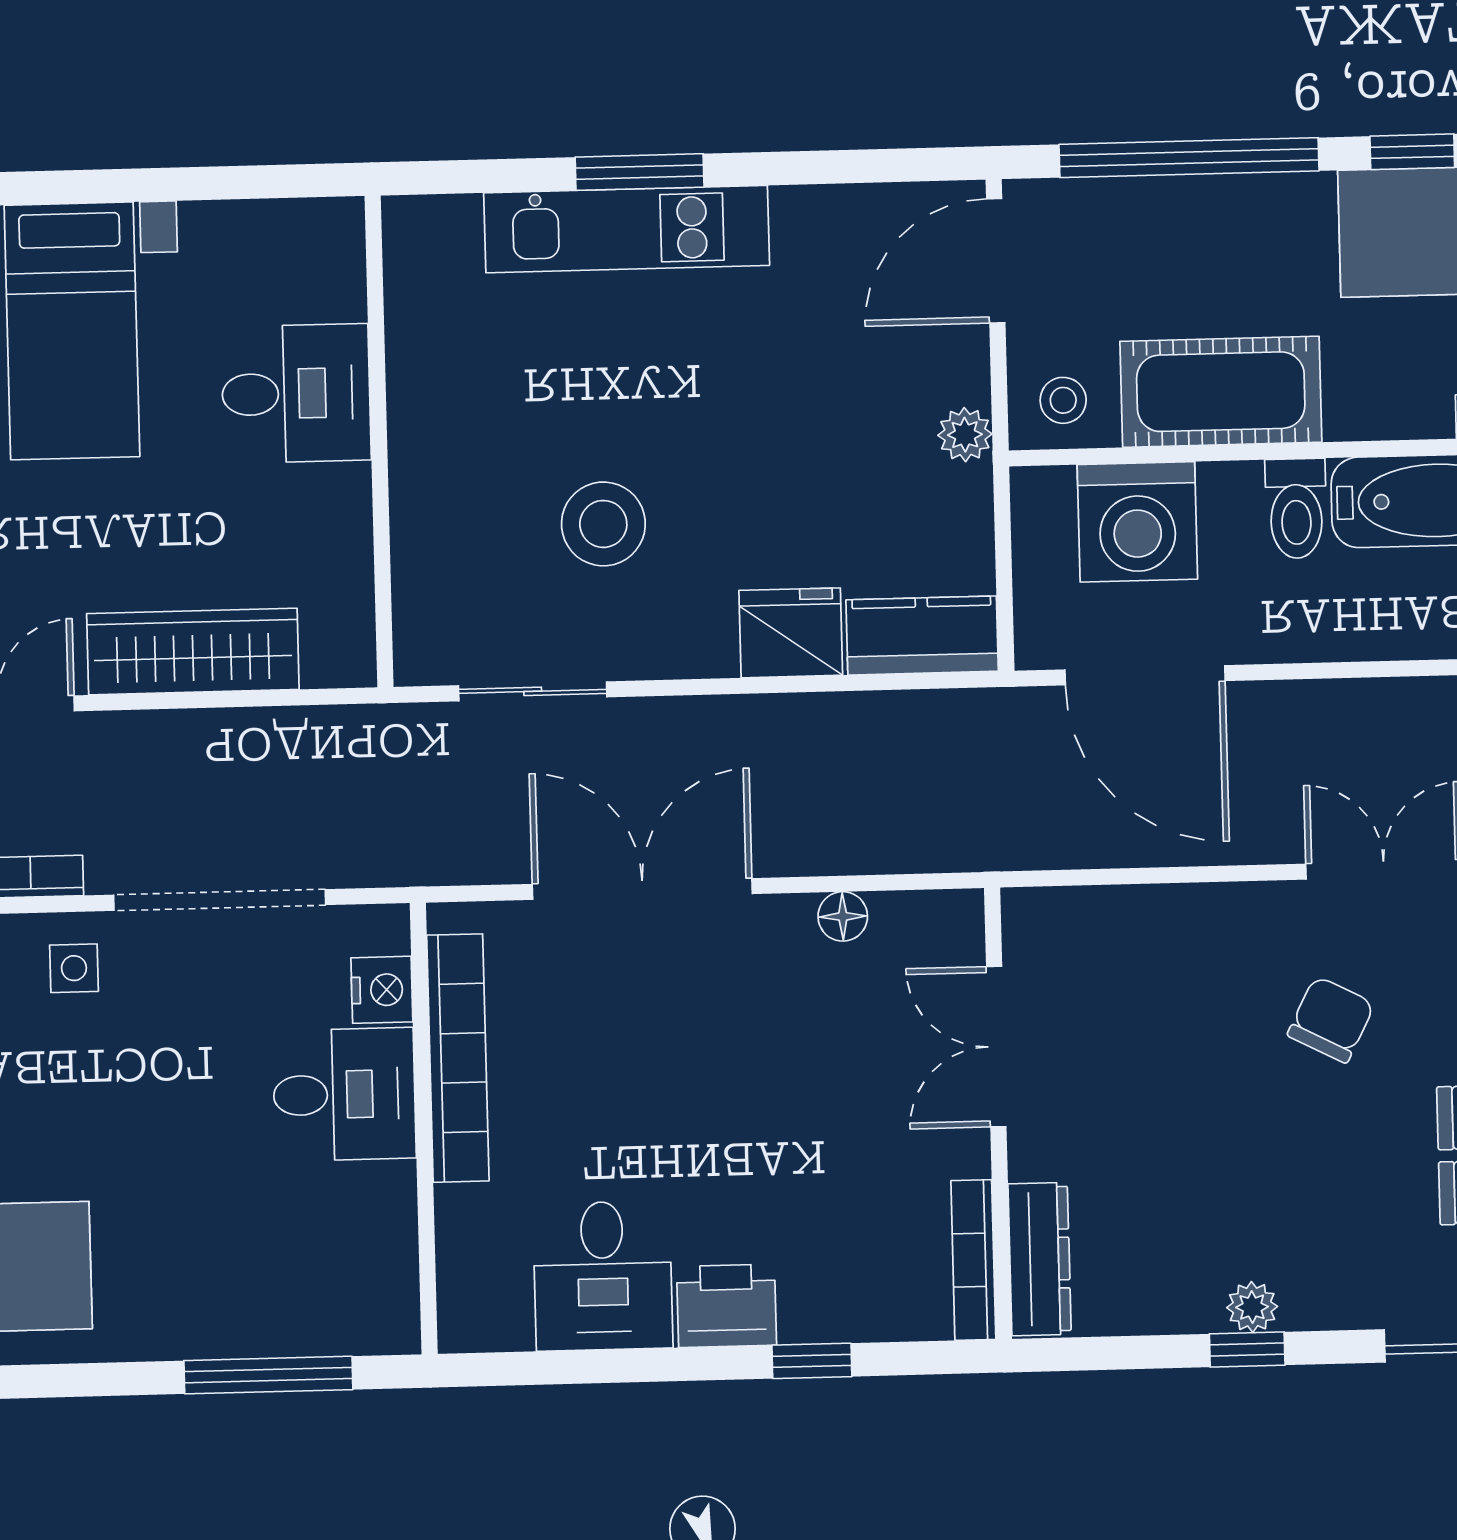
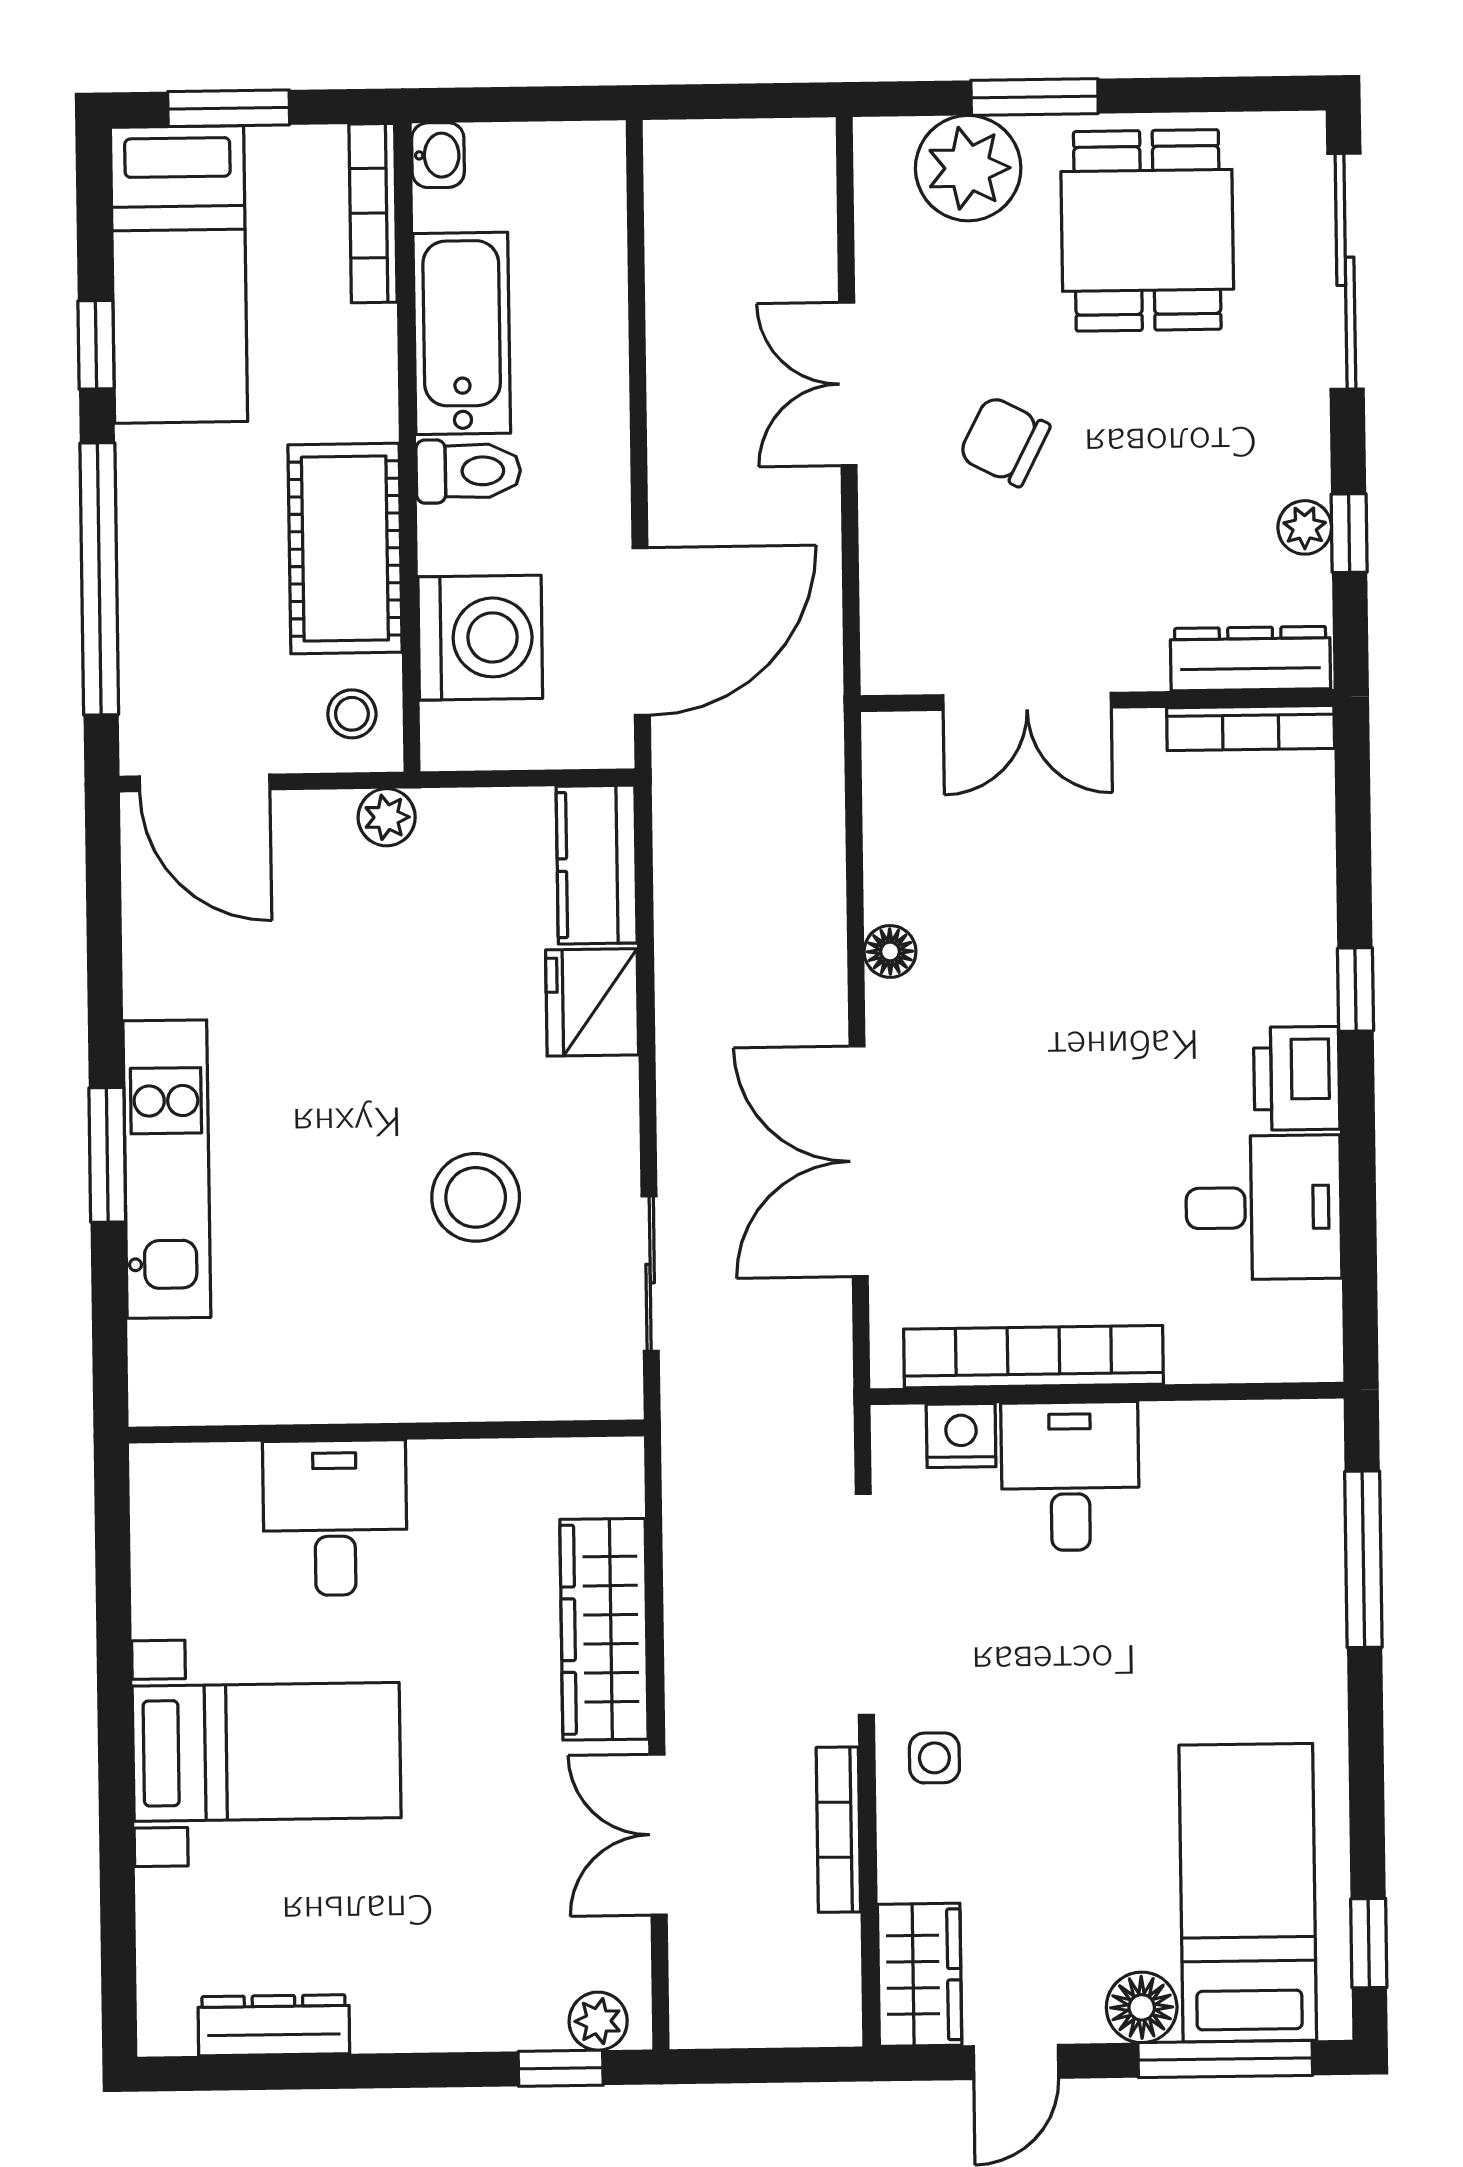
double door: (996, 1047) -> (1027, 701), moved
wall: (998, 1113) -> (1097, 700), moved
dresser: (1040, 1259) -> (1250, 659), moved
bookcase: (973, 1260) -> (1251, 728), moved

